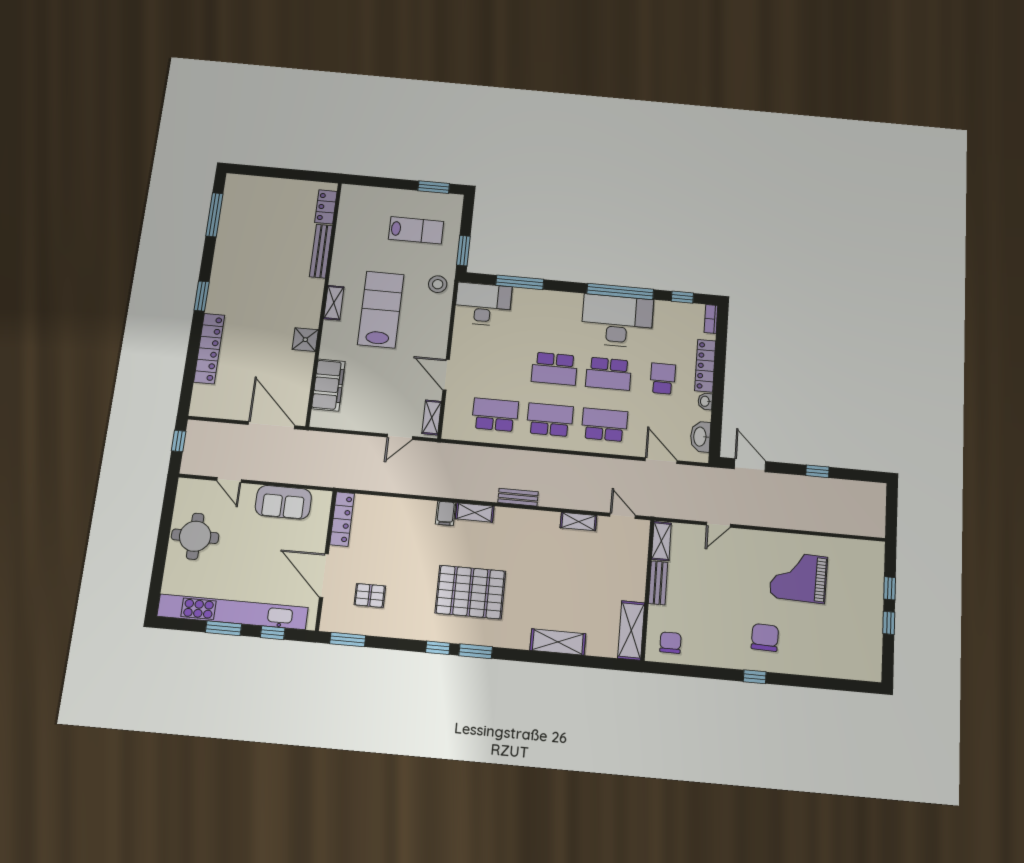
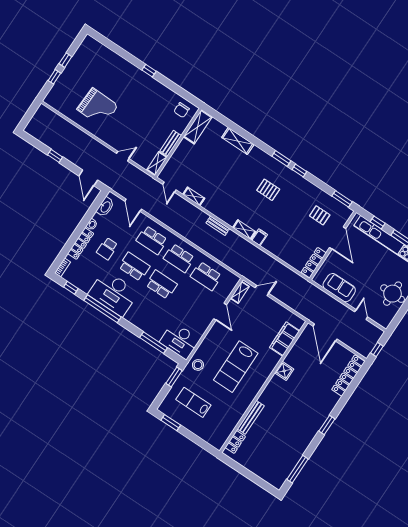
shelving: (334, 303) -> (259, 384), removed
locker: (209, 349) -> (348, 376), moved
pallet: (470, 592) -> (268, 190), width x0.49, depth x0.50
chair: (765, 637) -> (132, 87), removed

